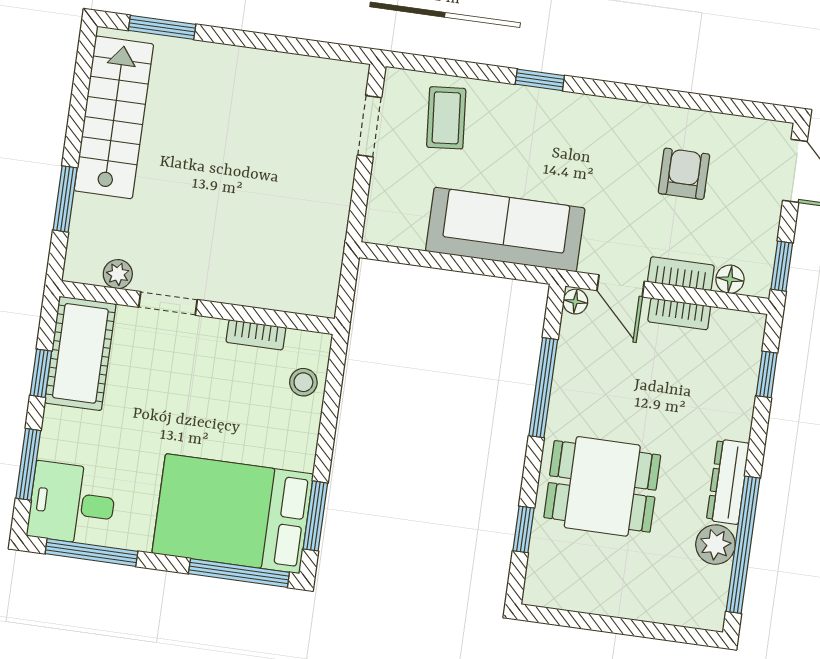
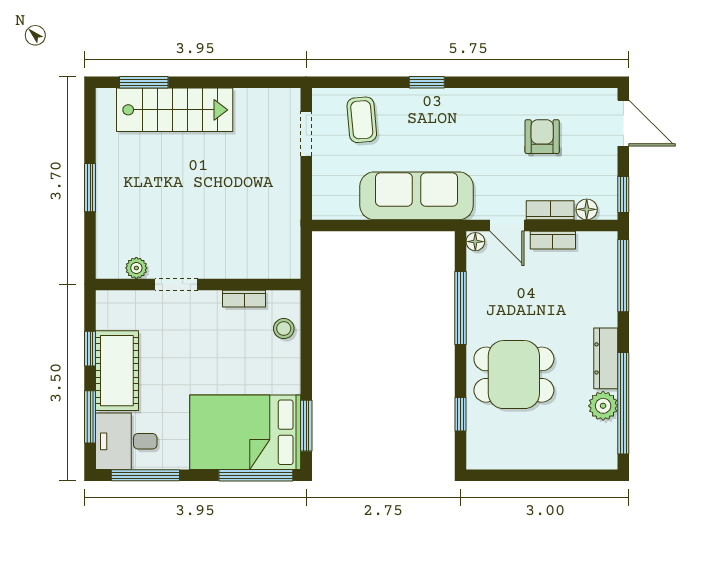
stairs: (114, 117) -> (175, 110), moved, turned 90
window: (65, 199) -> (90, 188), moved
cot: (80, 353) -> (117, 371), moved
window: (767, 374) -> (623, 276), width x2.17

